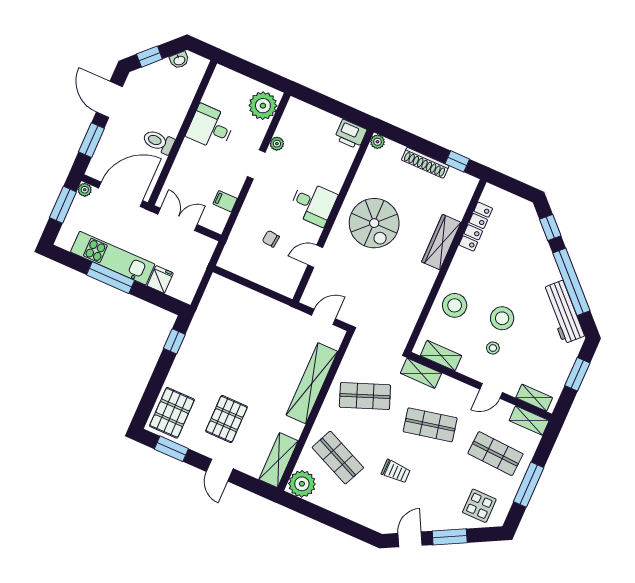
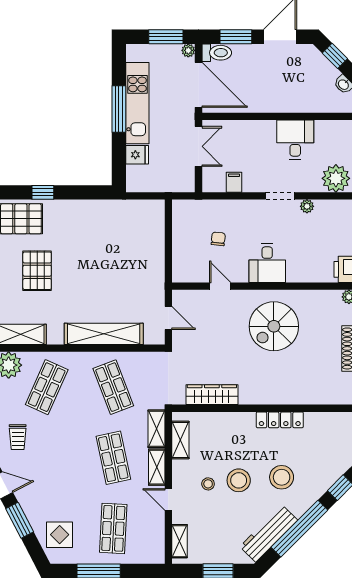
toilet: (158, 142) -> (217, 53), moved, turned 90
locker: (476, 227) -> (280, 420), moved
wardrobe: (441, 242) -> (212, 395), moved
stool: (455, 305) -> (282, 477), moved
window: (174, 341) -> (43, 192), moved
pallet: (227, 419) -> (37, 271), turned 90
shelving: (529, 421) -> (157, 467), moved
trolley: (396, 471) -> (18, 437), moved

